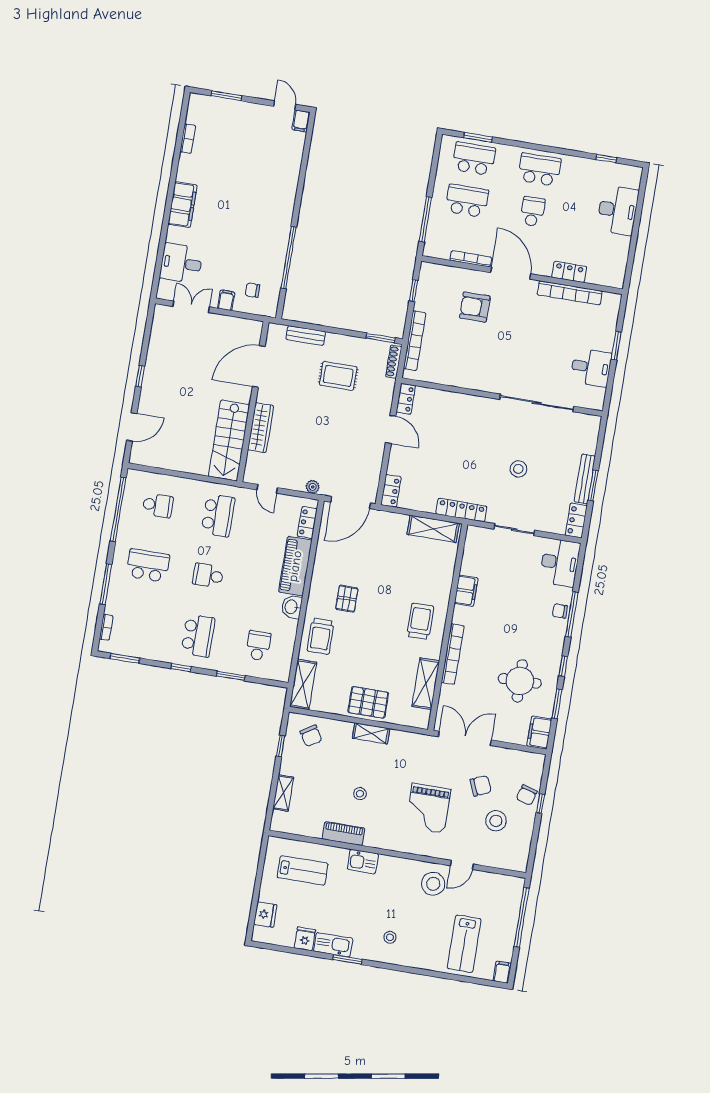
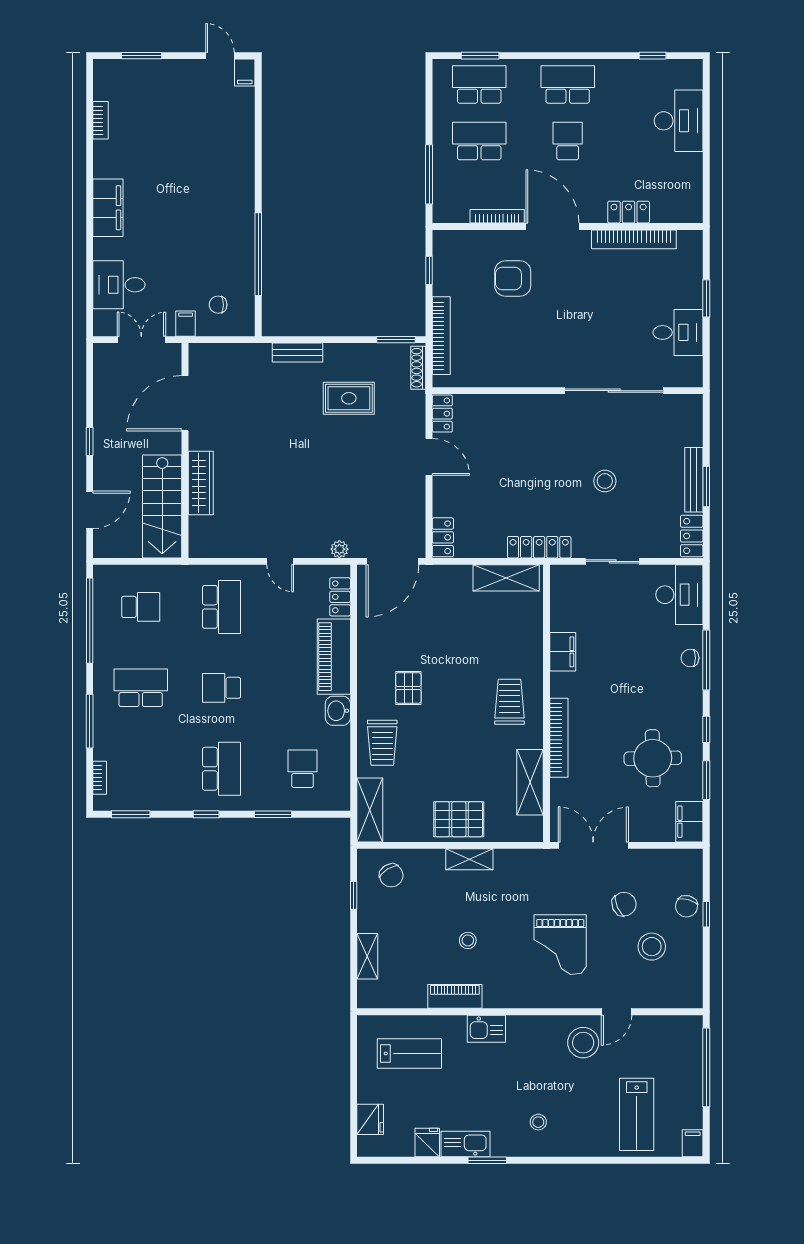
door: (259, 367) -> (185, 403), moved
wall: (253, 402) -> (185, 450), moved
wardrobe: (261, 428) -> (201, 483), moved
stairs: (229, 440) -> (162, 506), moved

